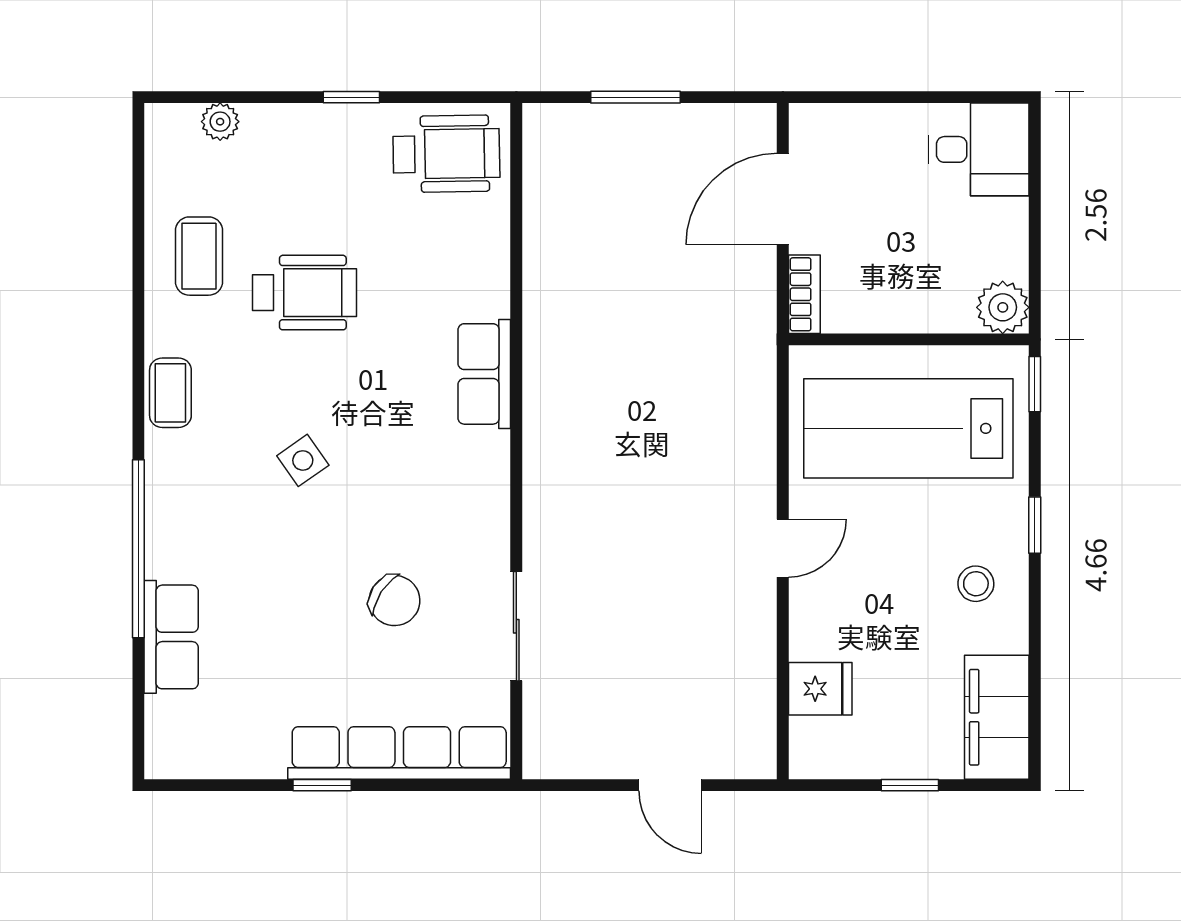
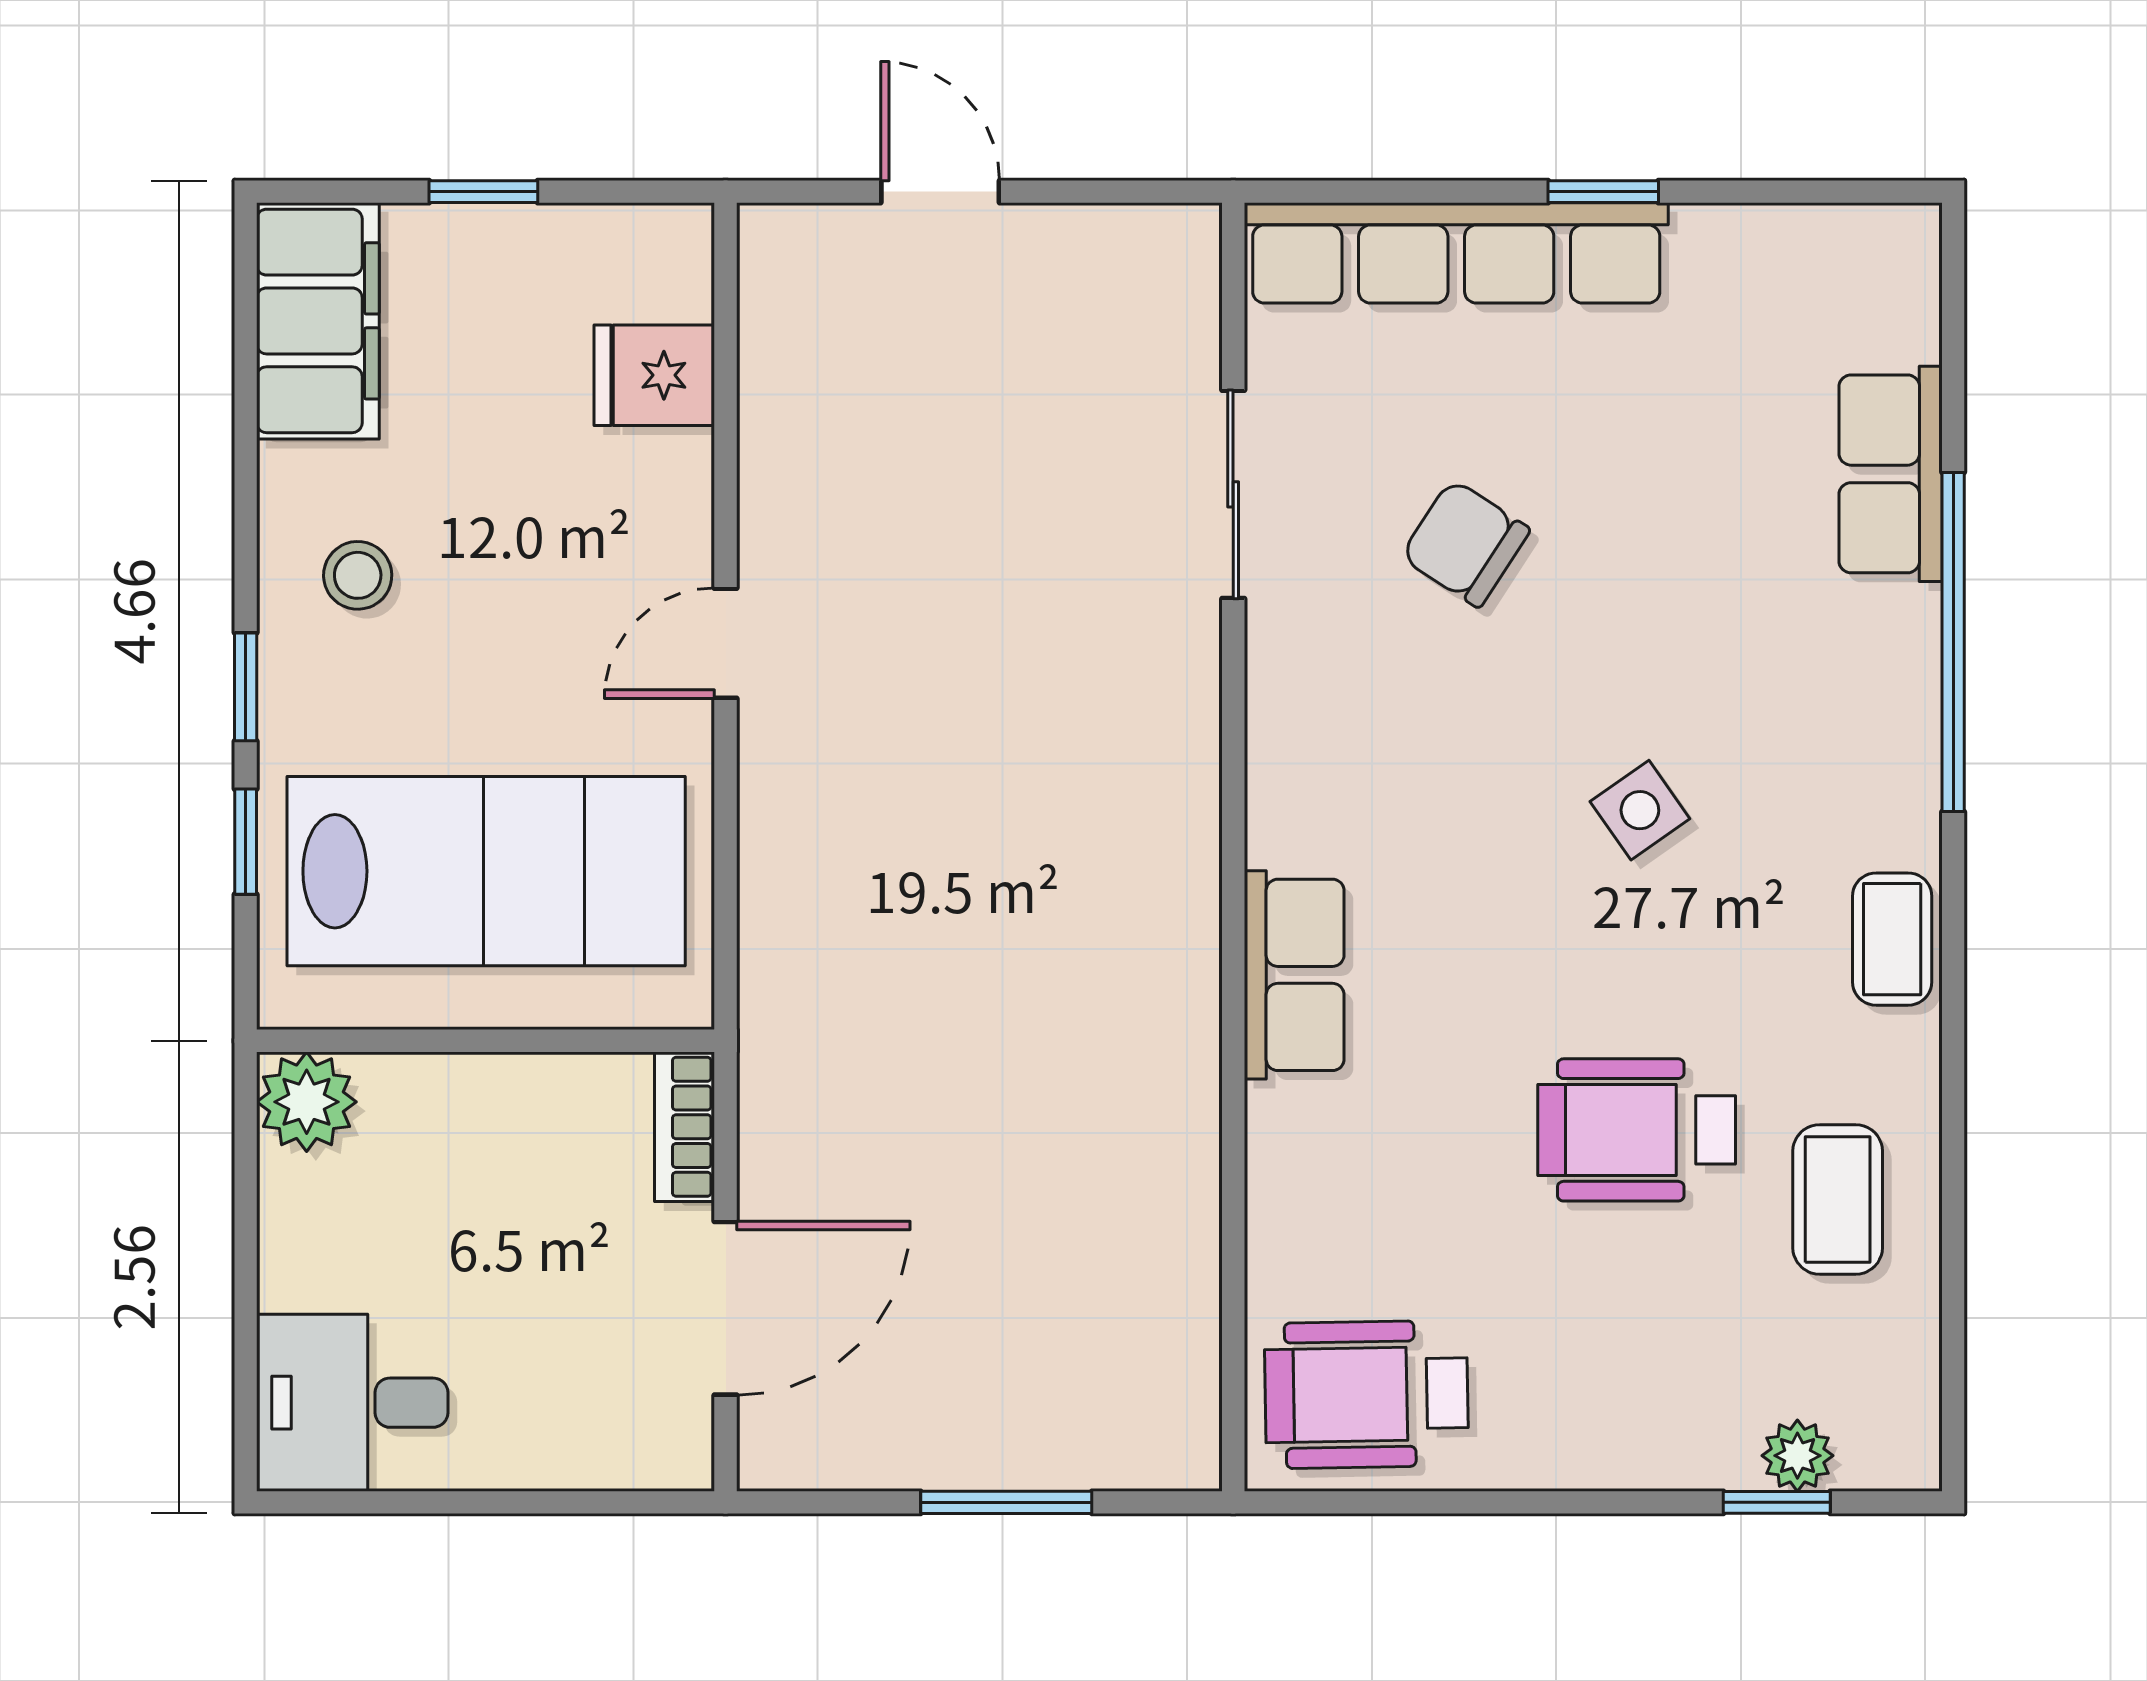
window: (351, 97) -> (1777, 1502), moved
window: (1035, 384) -> (246, 842), moved

